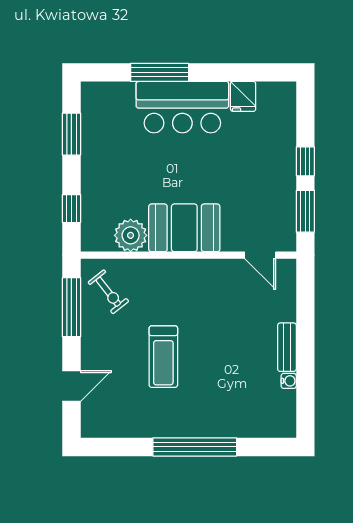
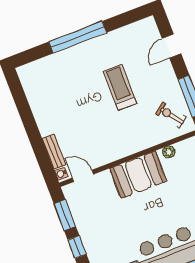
plant: (131, 235) -> (169, 152), width x0.53, depth x0.53
bench: (287, 347) -> (54, 152), moved
water cooler: (289, 381) -> (61, 174), moved

